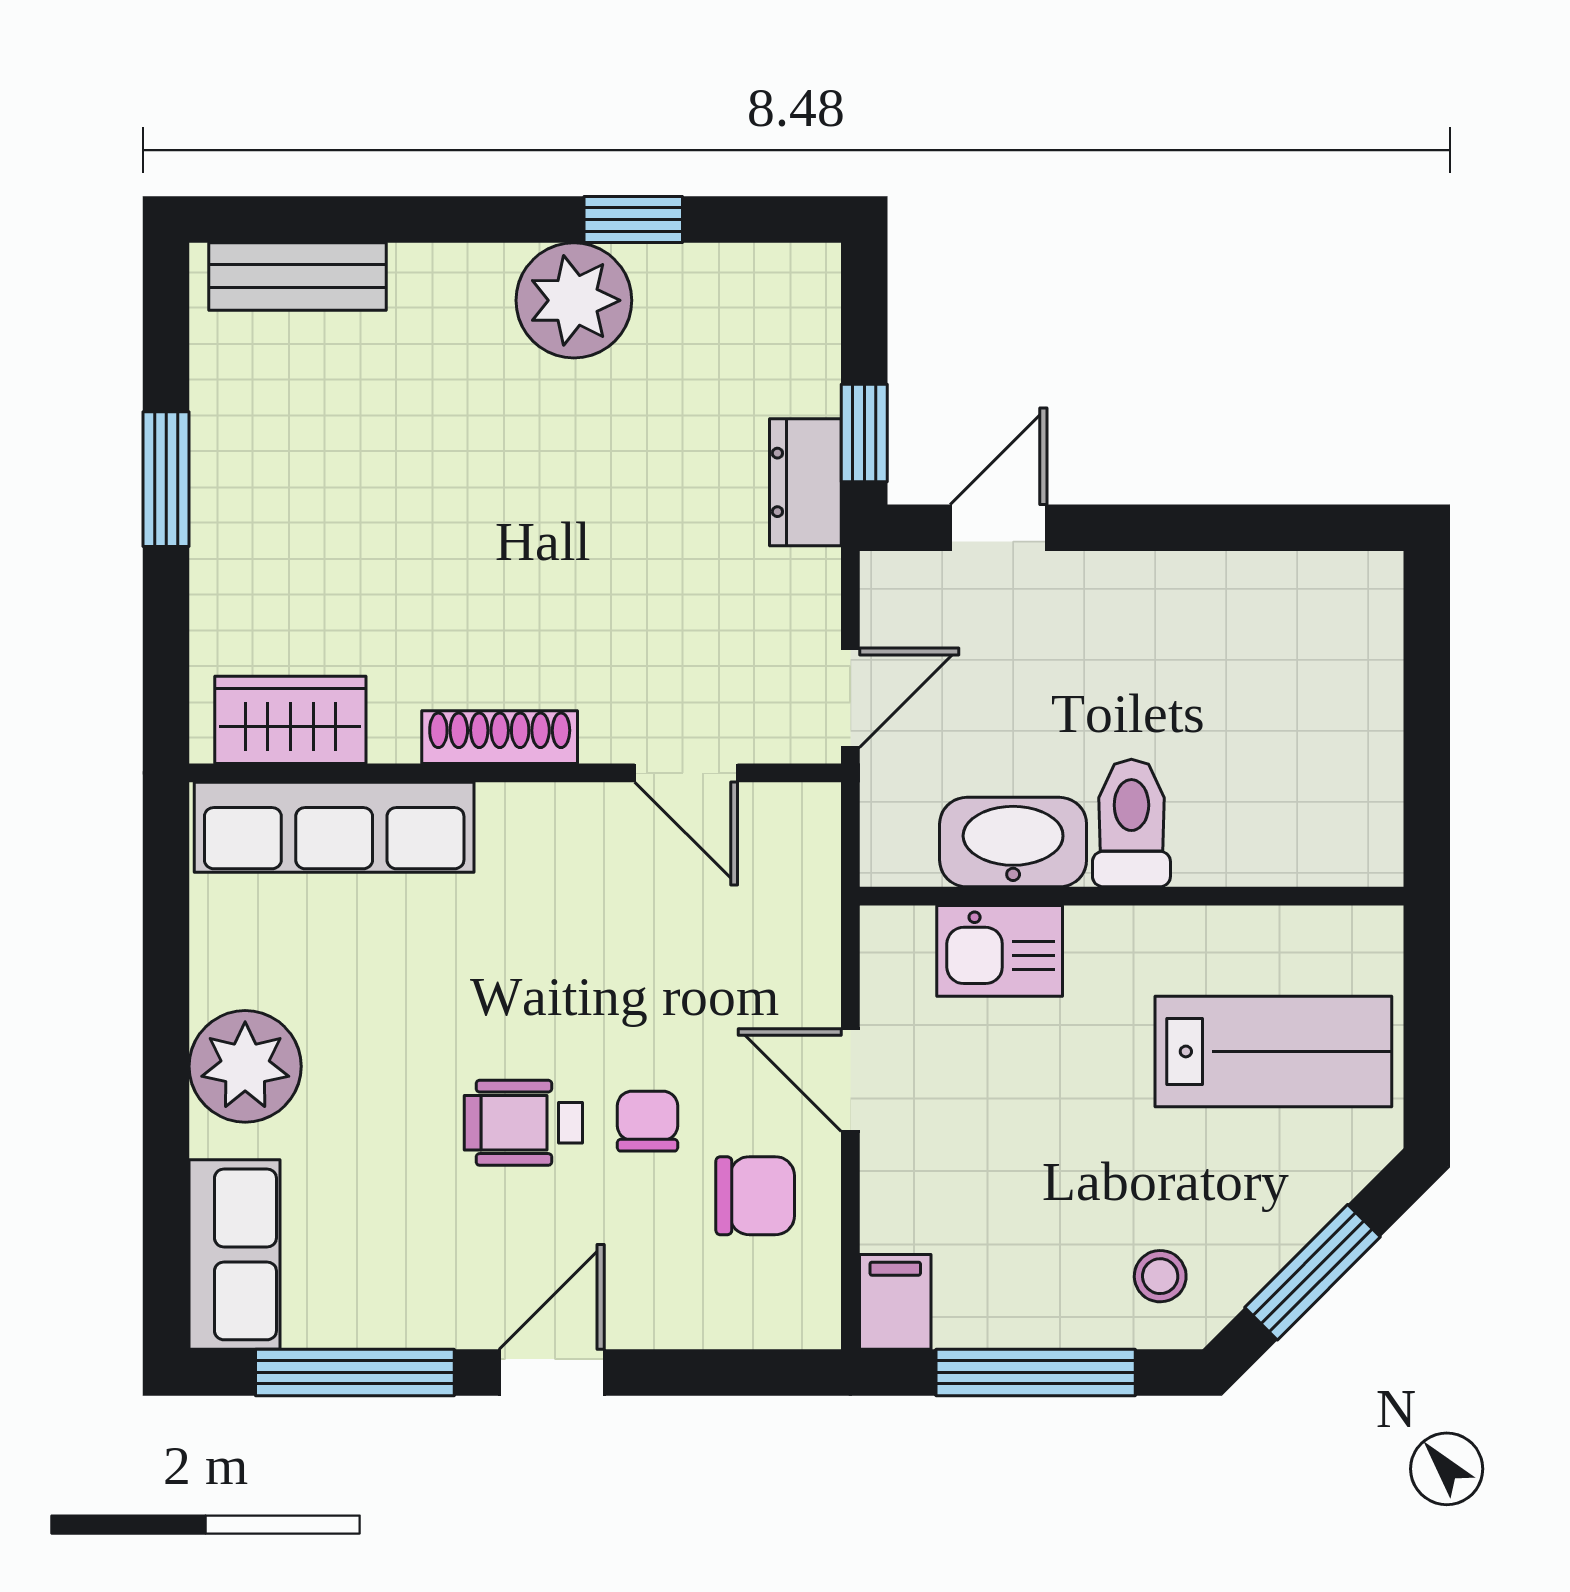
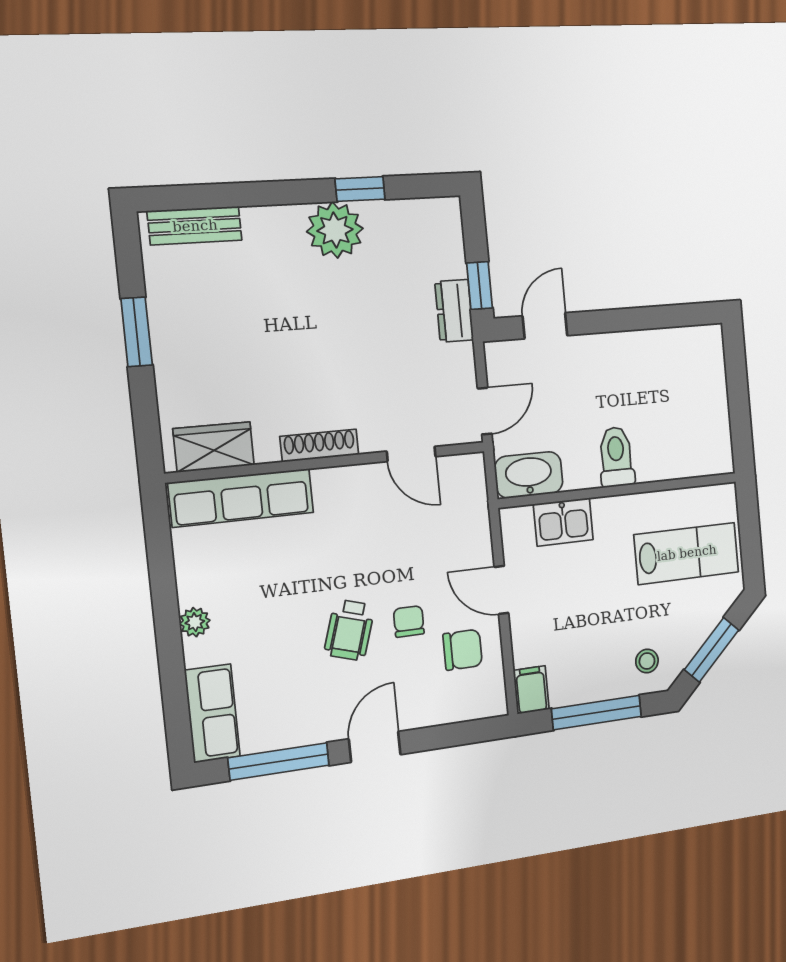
washbasin: (1013, 842) -> (529, 475), moved
plant: (245, 1066) -> (195, 622), width x0.53, depth x0.53
wheelchair: (523, 1123) -> (349, 630), turned -73

